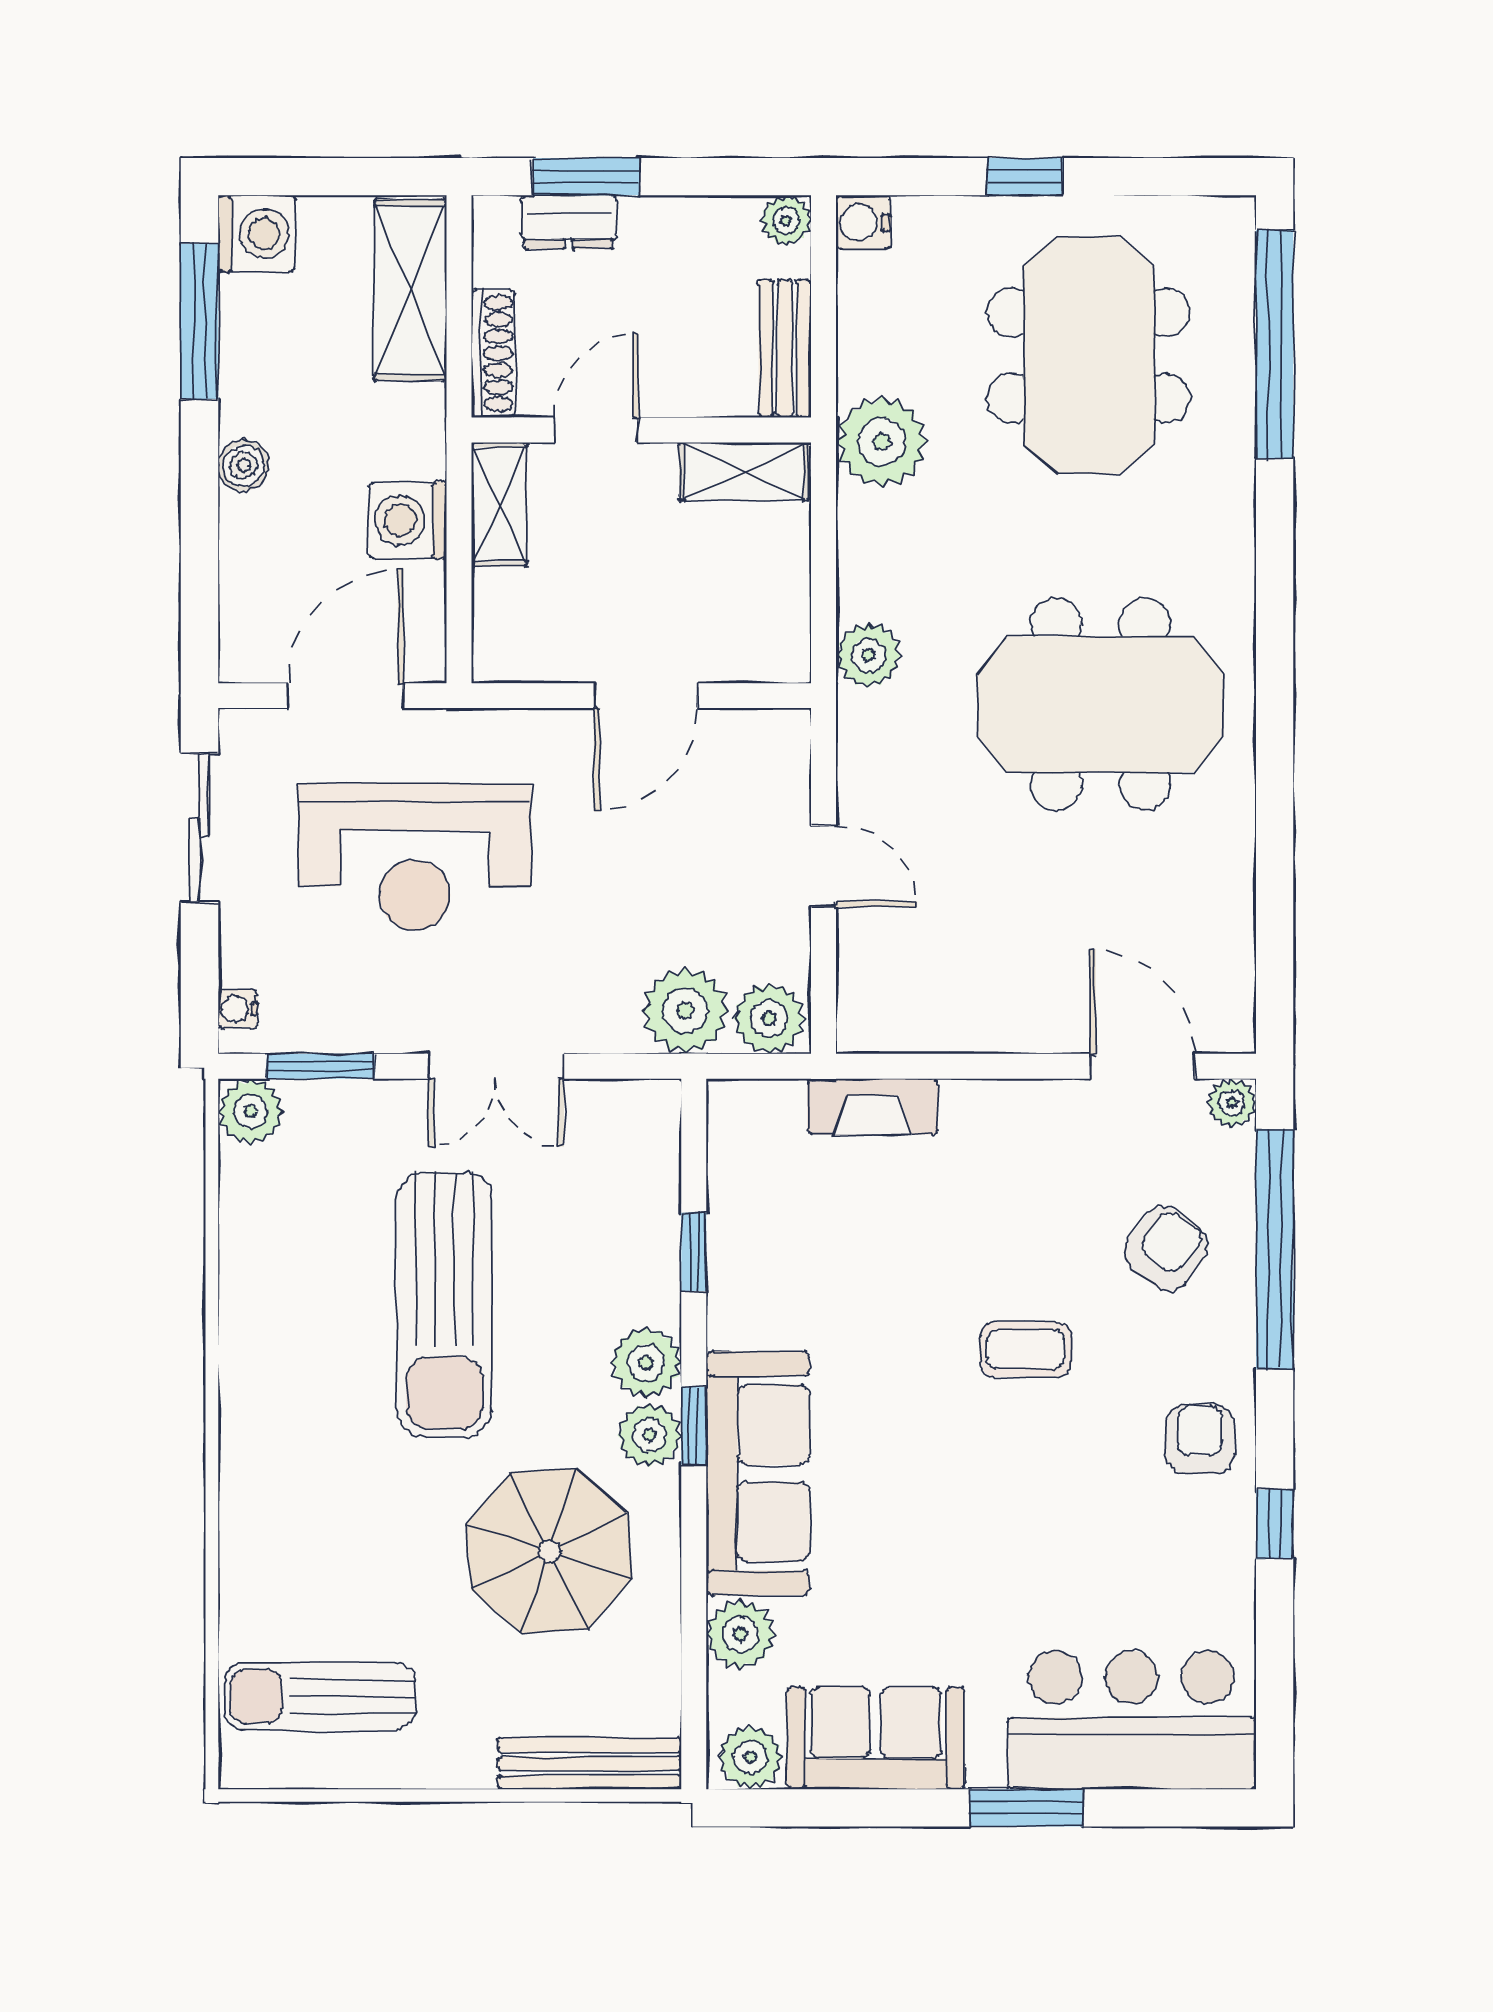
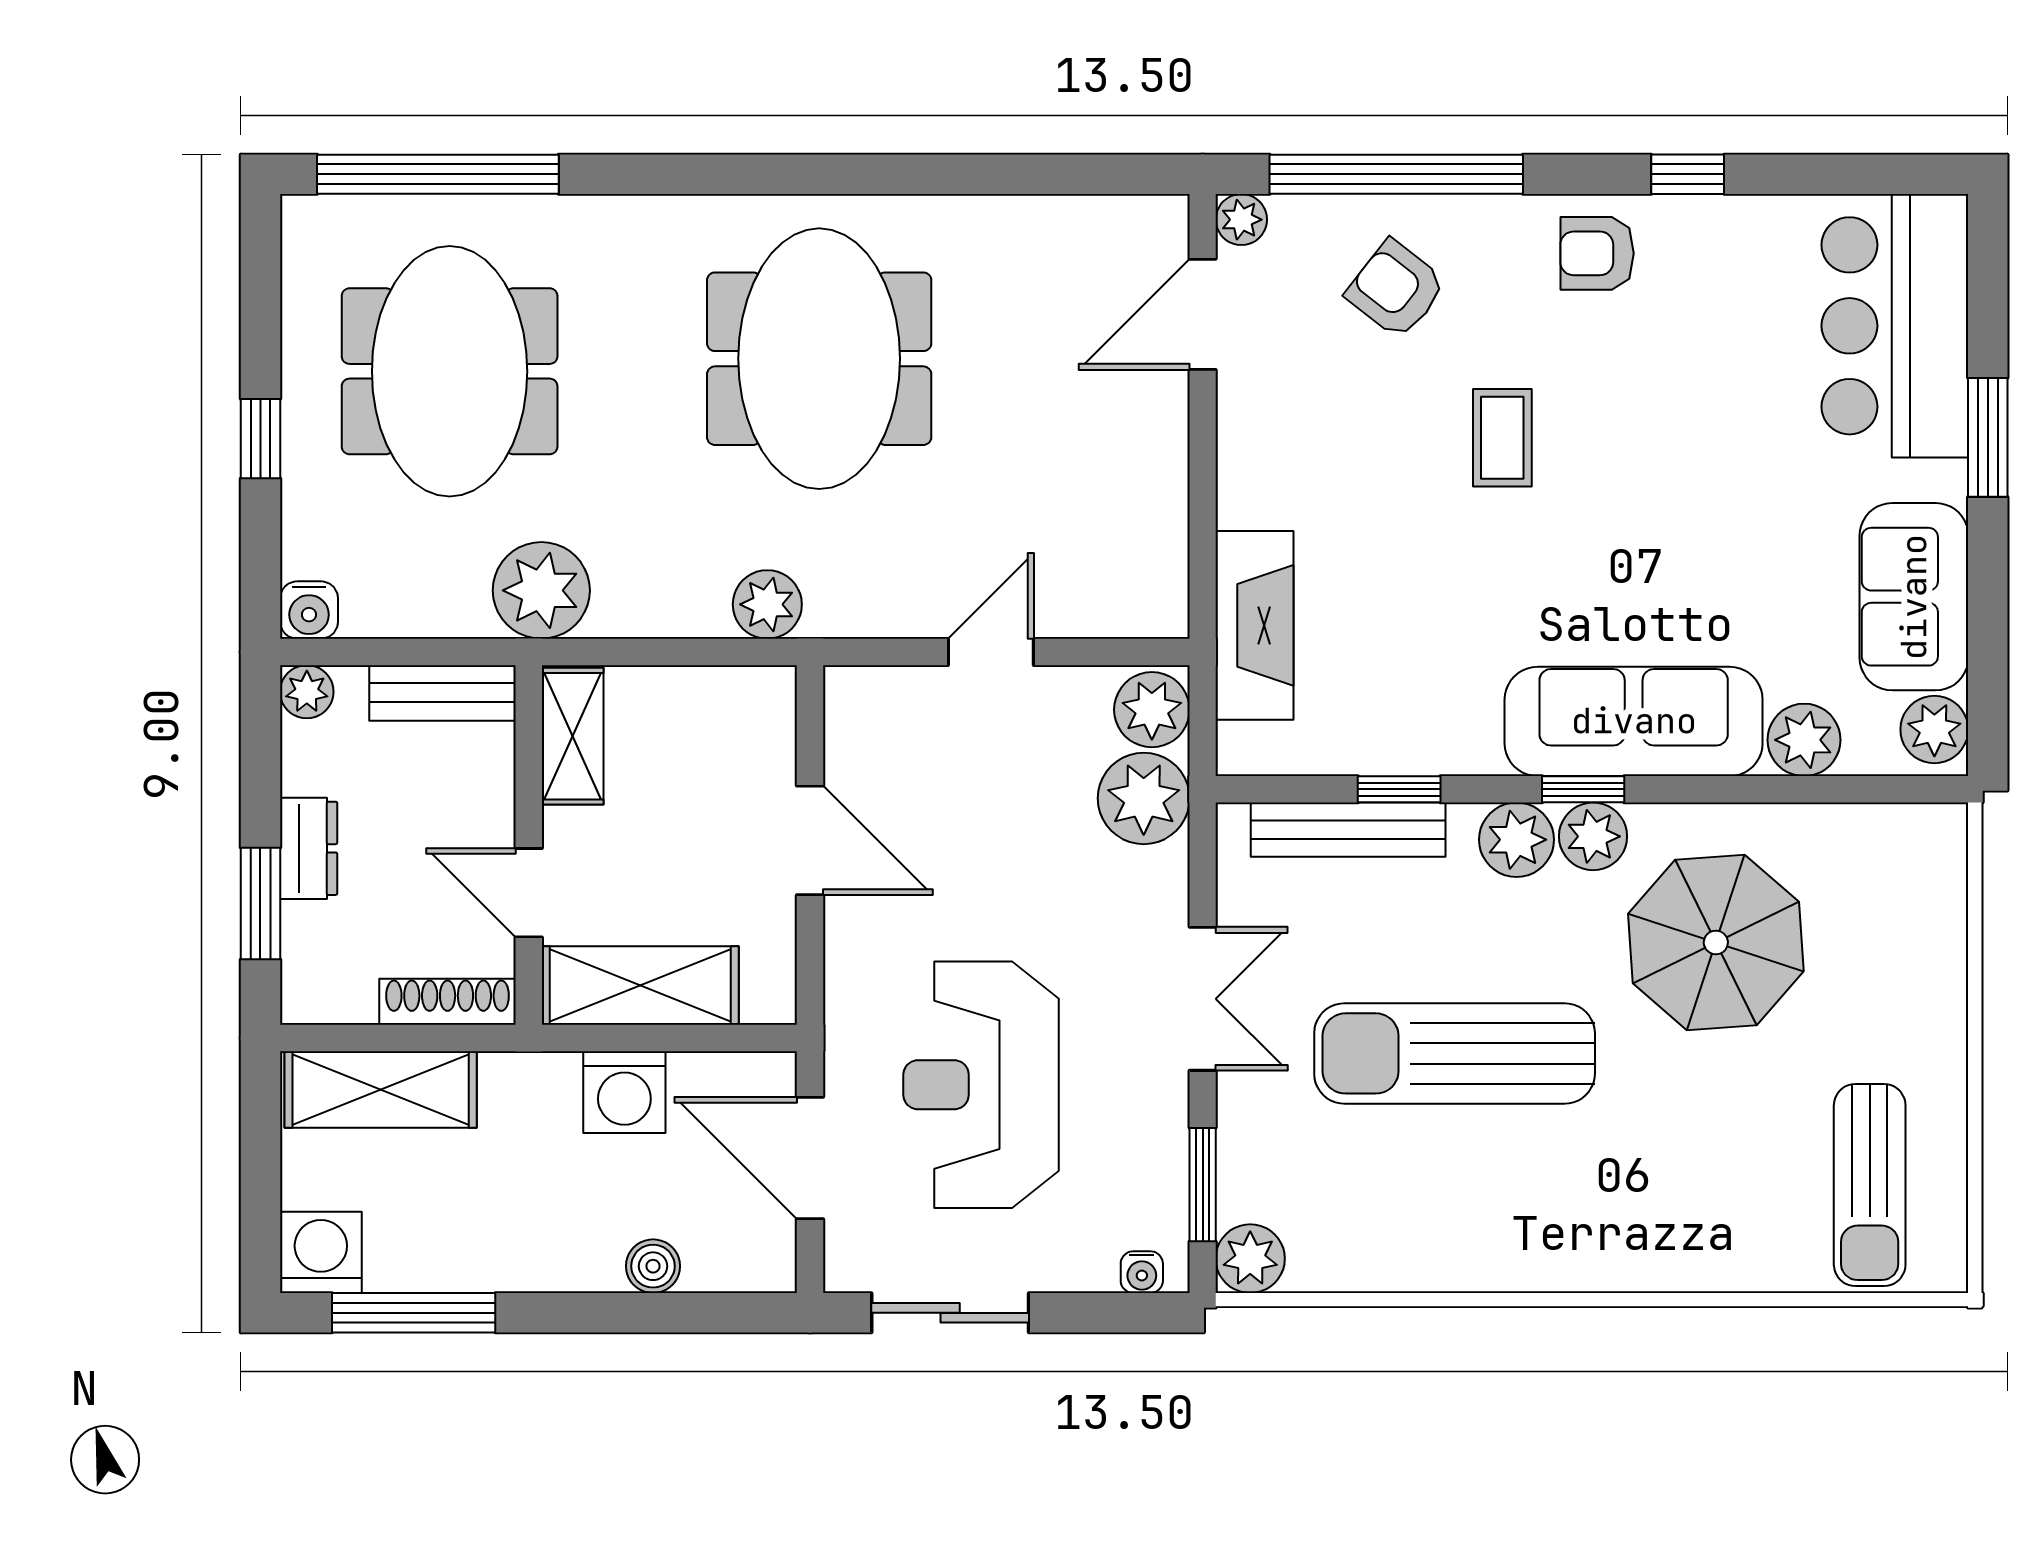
dresser: (569, 222) -> (309, 848), moved
meeting table: (1089, 355) -> (450, 371), turned 90
boiler: (244, 465) -> (653, 1266), moved
shelving: (499, 504) -> (640, 985), width x1.50, depth x1.33
reception desk: (415, 857) -> (981, 1085), turned 180
fireplace: (873, 1107) -> (1255, 625), width x1.37, depth x1.32
sun lounger: (444, 1304) -> (1455, 1053), turned 180
bench: (590, 1764) -> (1348, 830), moved, turned 90

